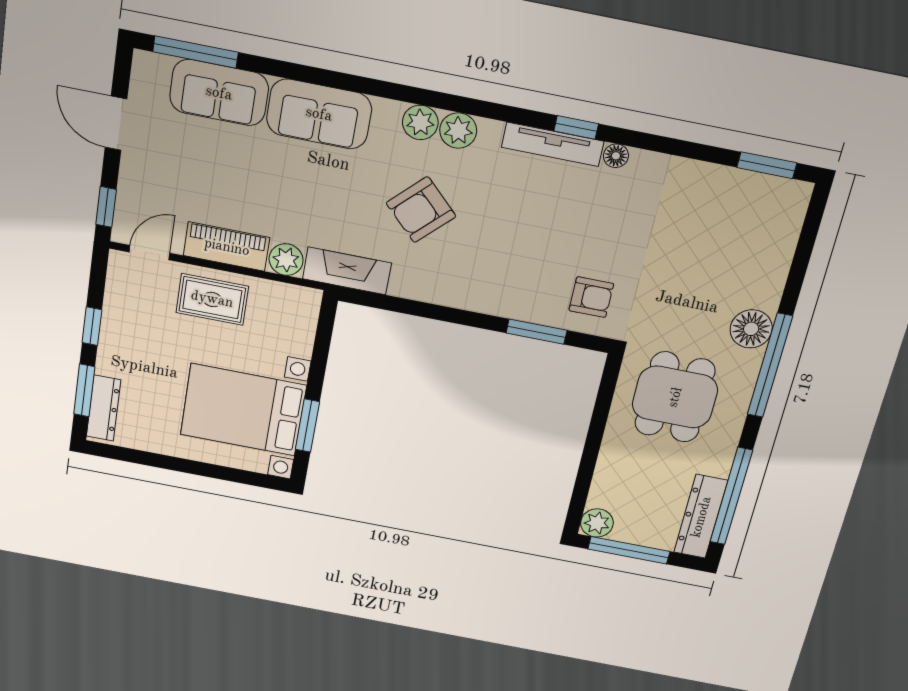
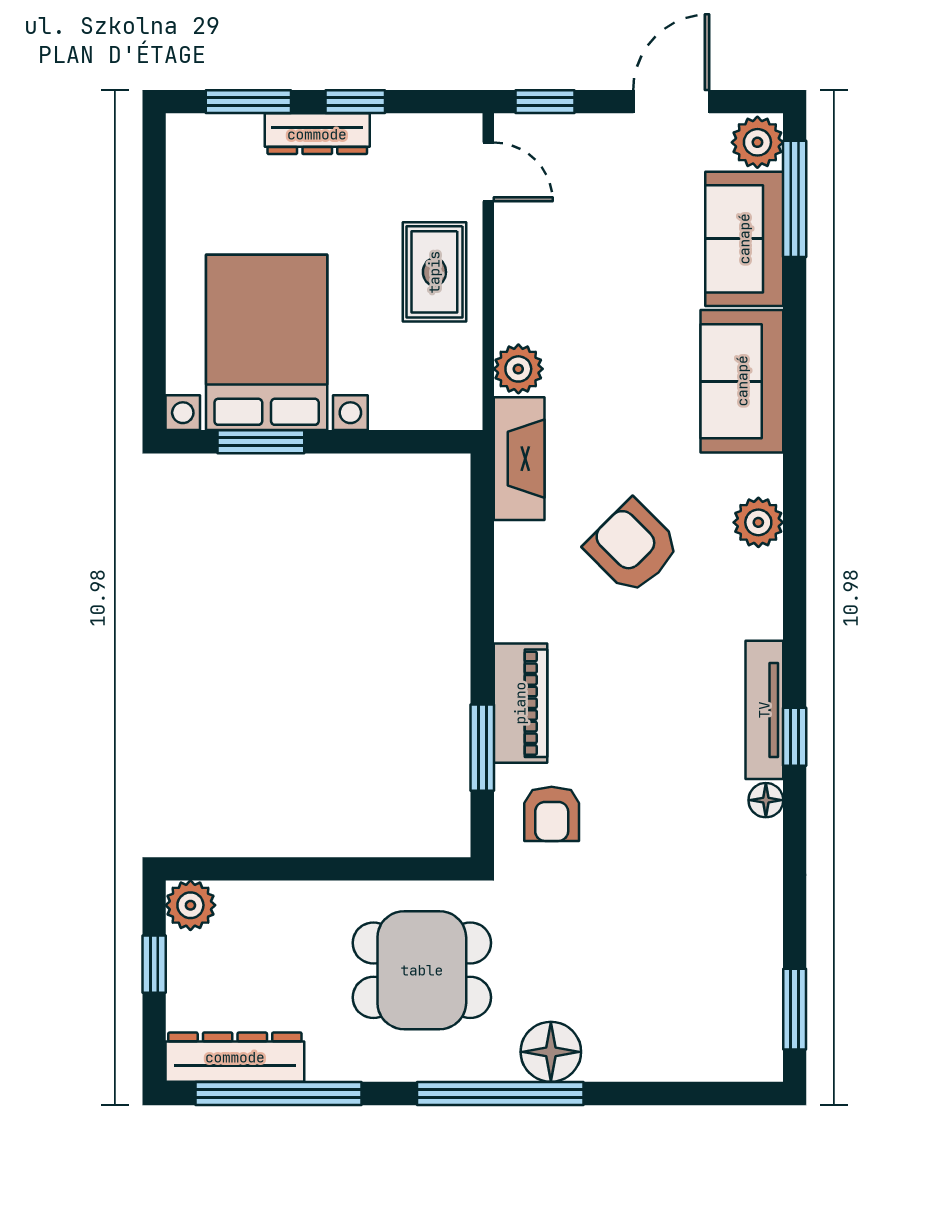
plant: (458, 131) -> (757, 142), moved
piano: (227, 247) -> (520, 703), moved
dresser: (104, 408) -> (317, 134), moved
window: (629, 550) -> (154, 964), width x0.46

